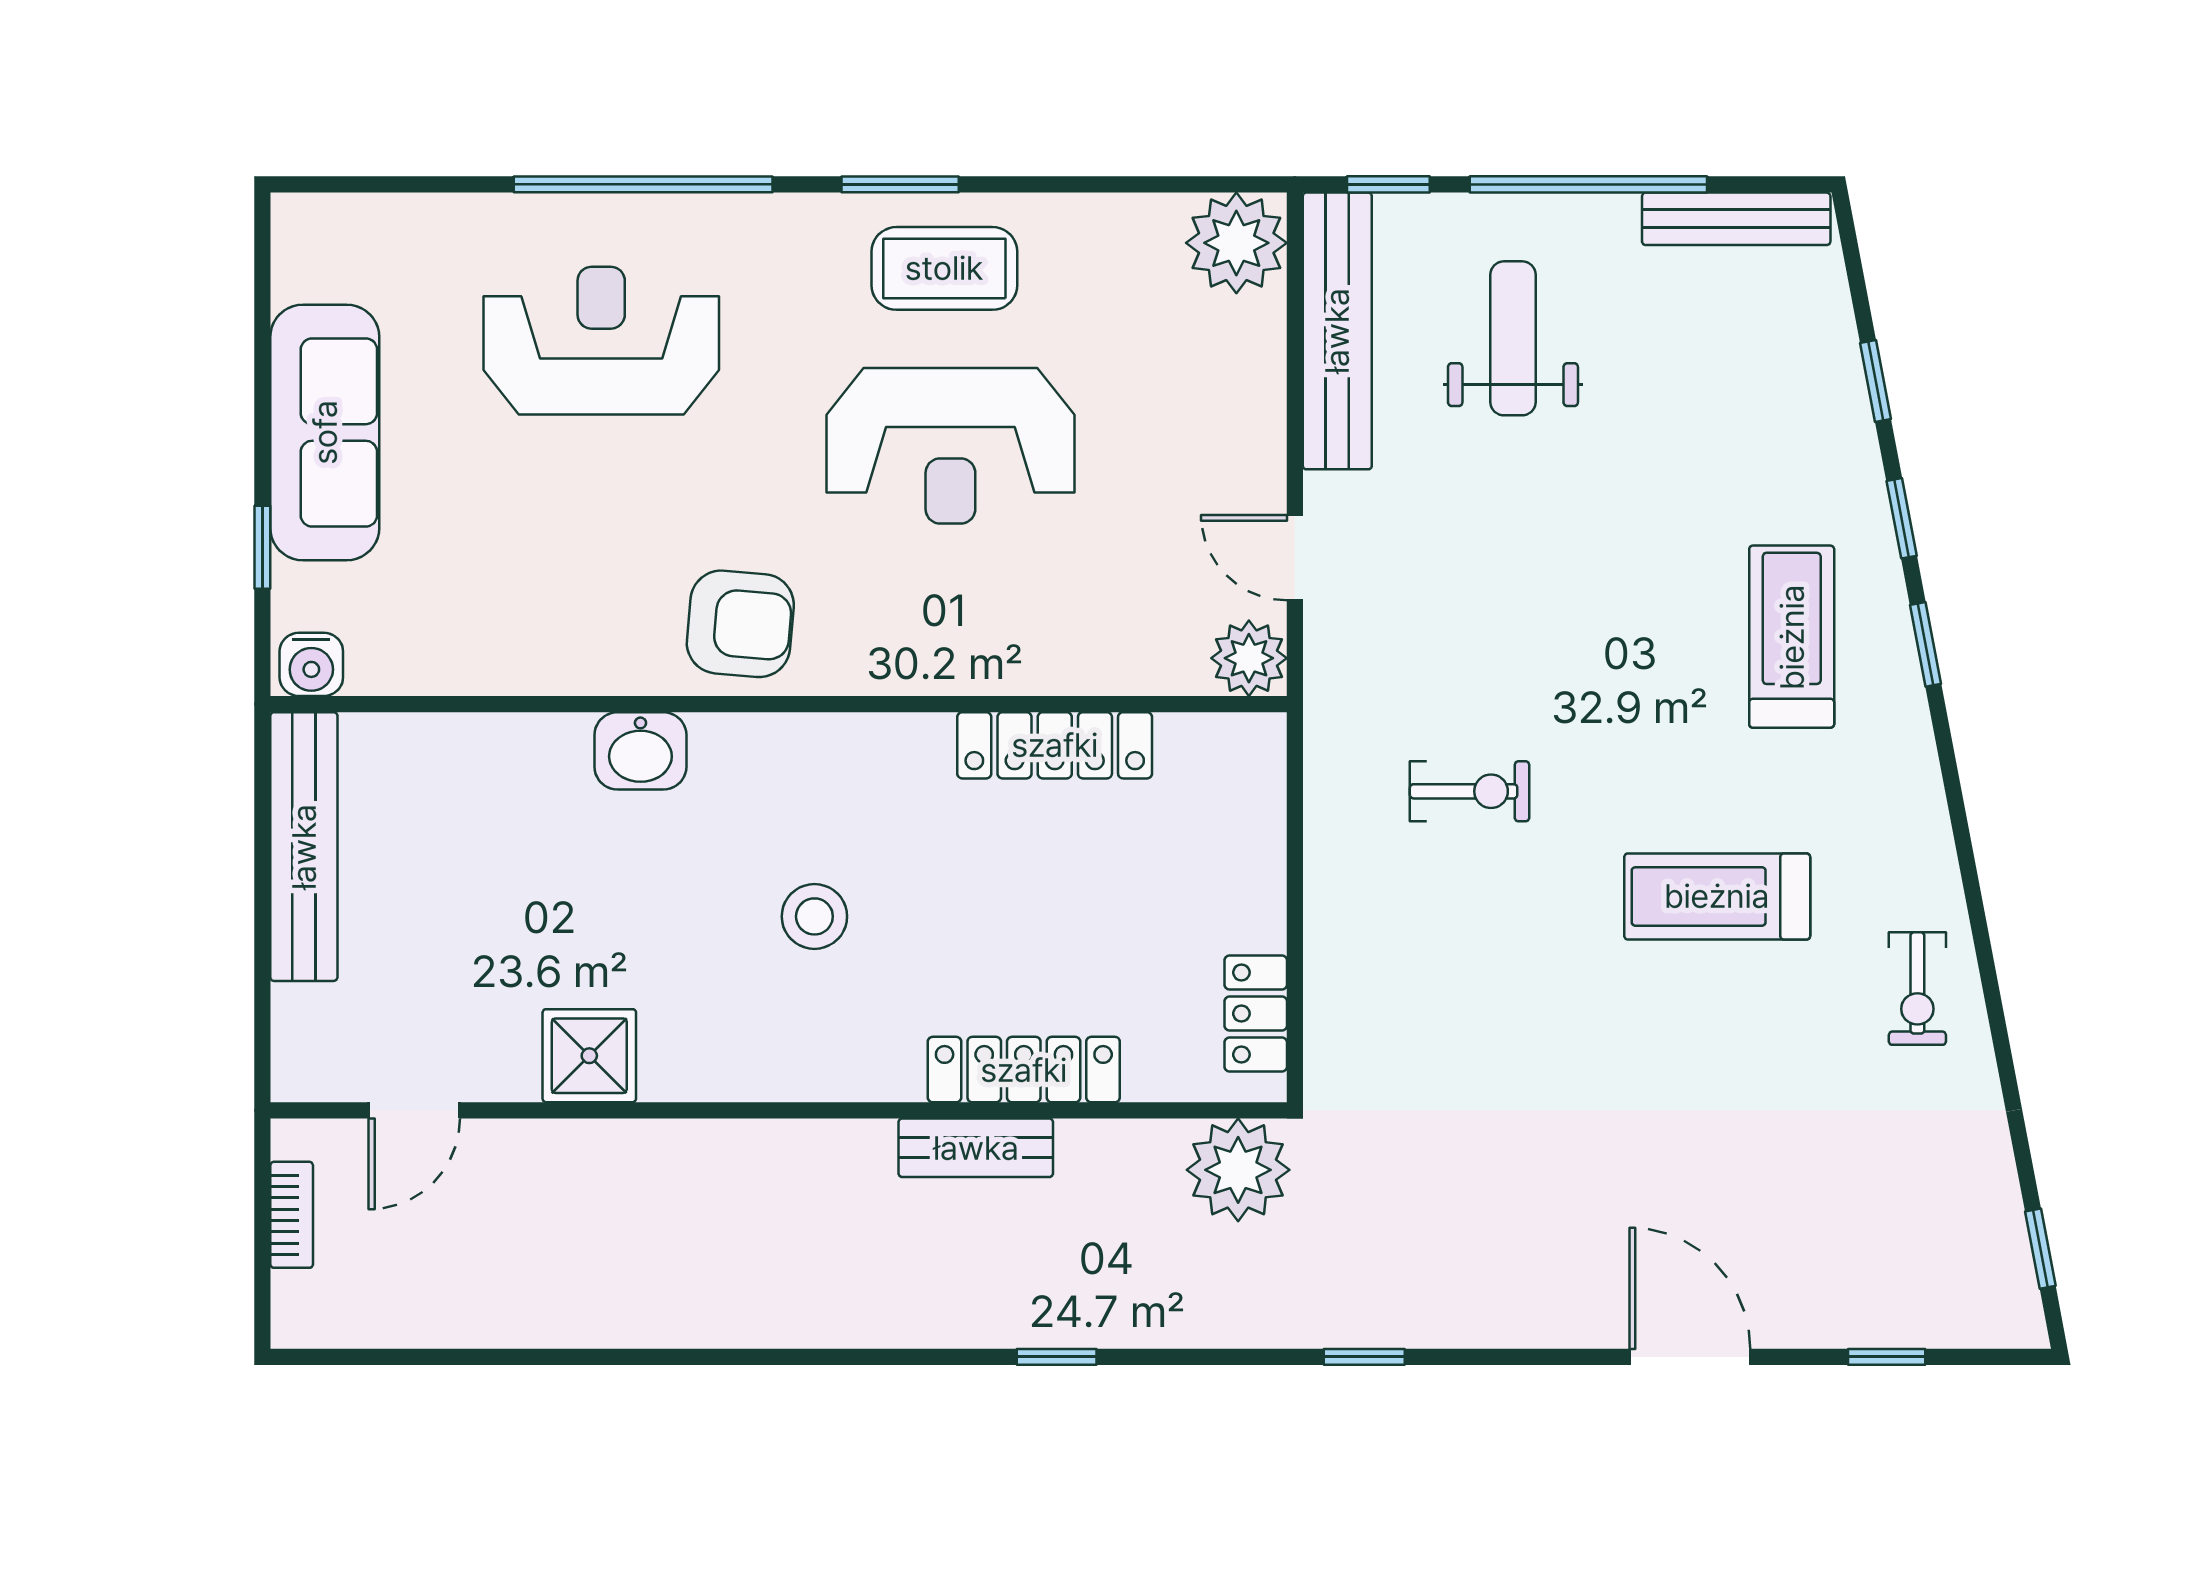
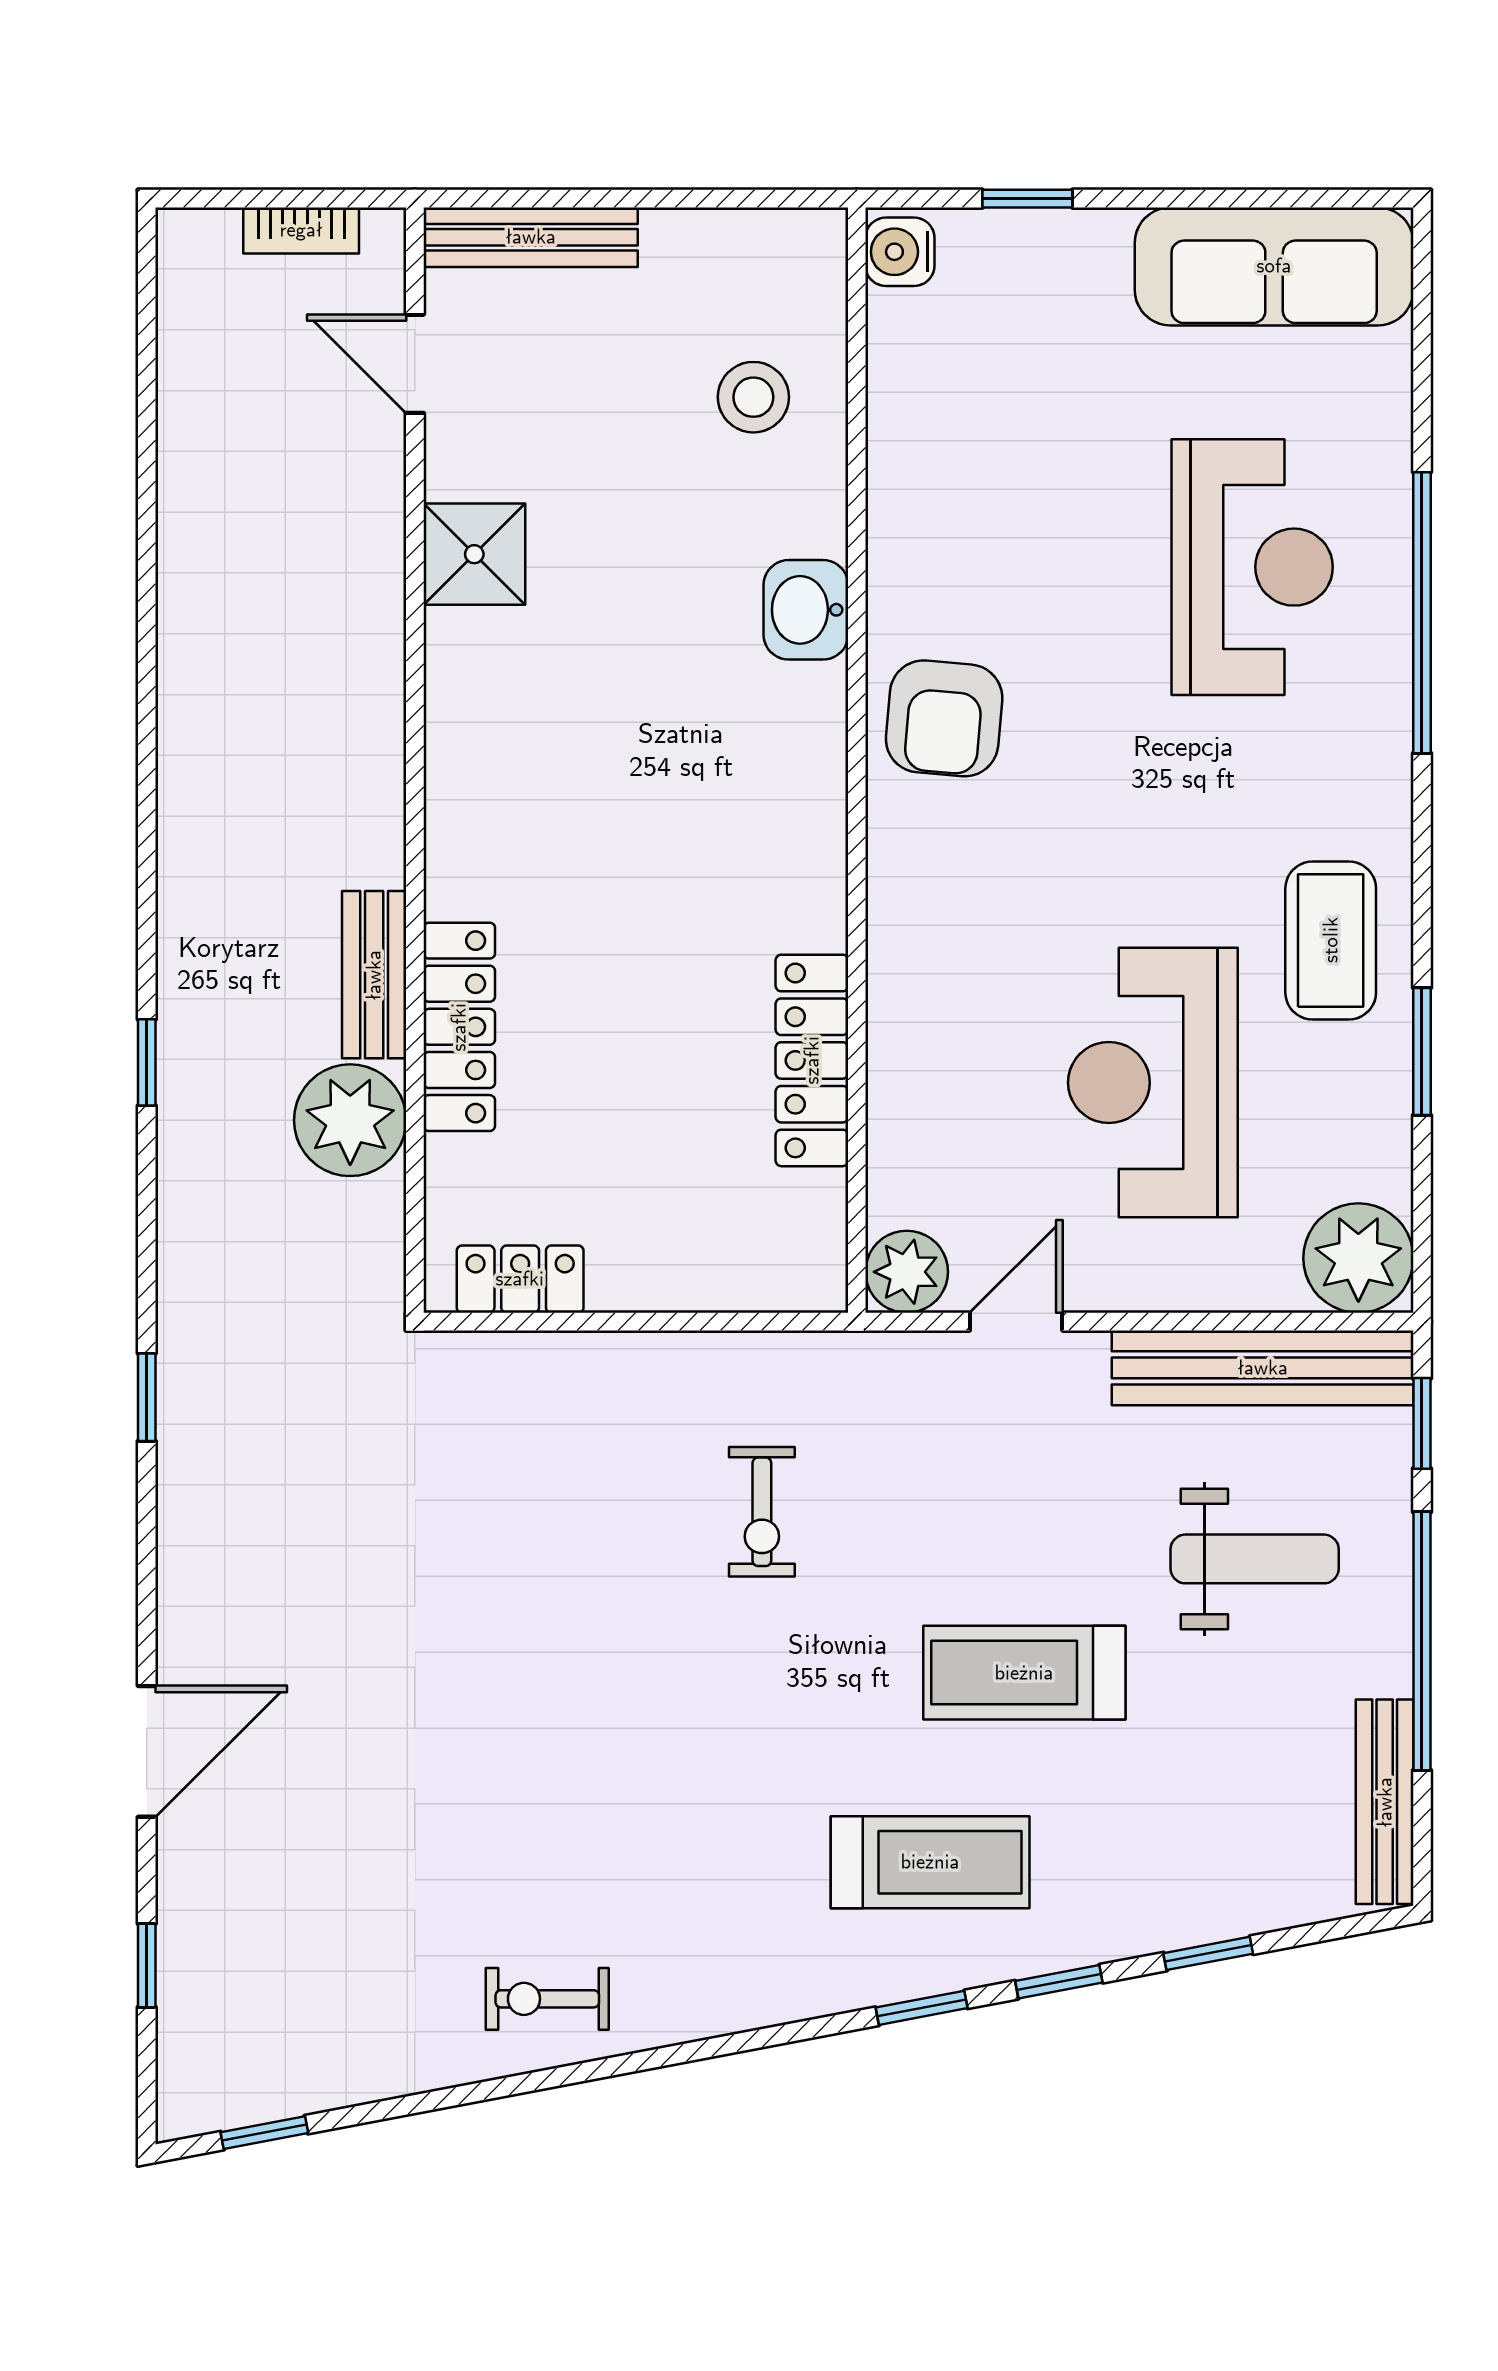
window: (900, 184) -> (1422, 1052), moved
sofa: (325, 432) -> (1274, 266), moved
reception desk: (950, 446) -> (1153, 1083), moved
bench: (304, 847) -> (531, 237), moved, width x0.73, depth x0.82
treadmill: (1717, 896) -> (1024, 1673), moved, turned -90
stool: (814, 916) -> (753, 397), moved
plant: (1238, 1170) -> (350, 1120), moved

